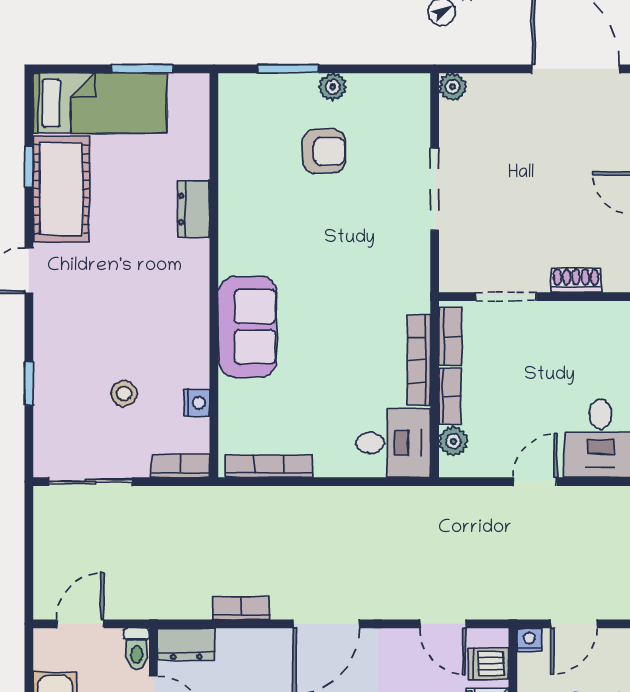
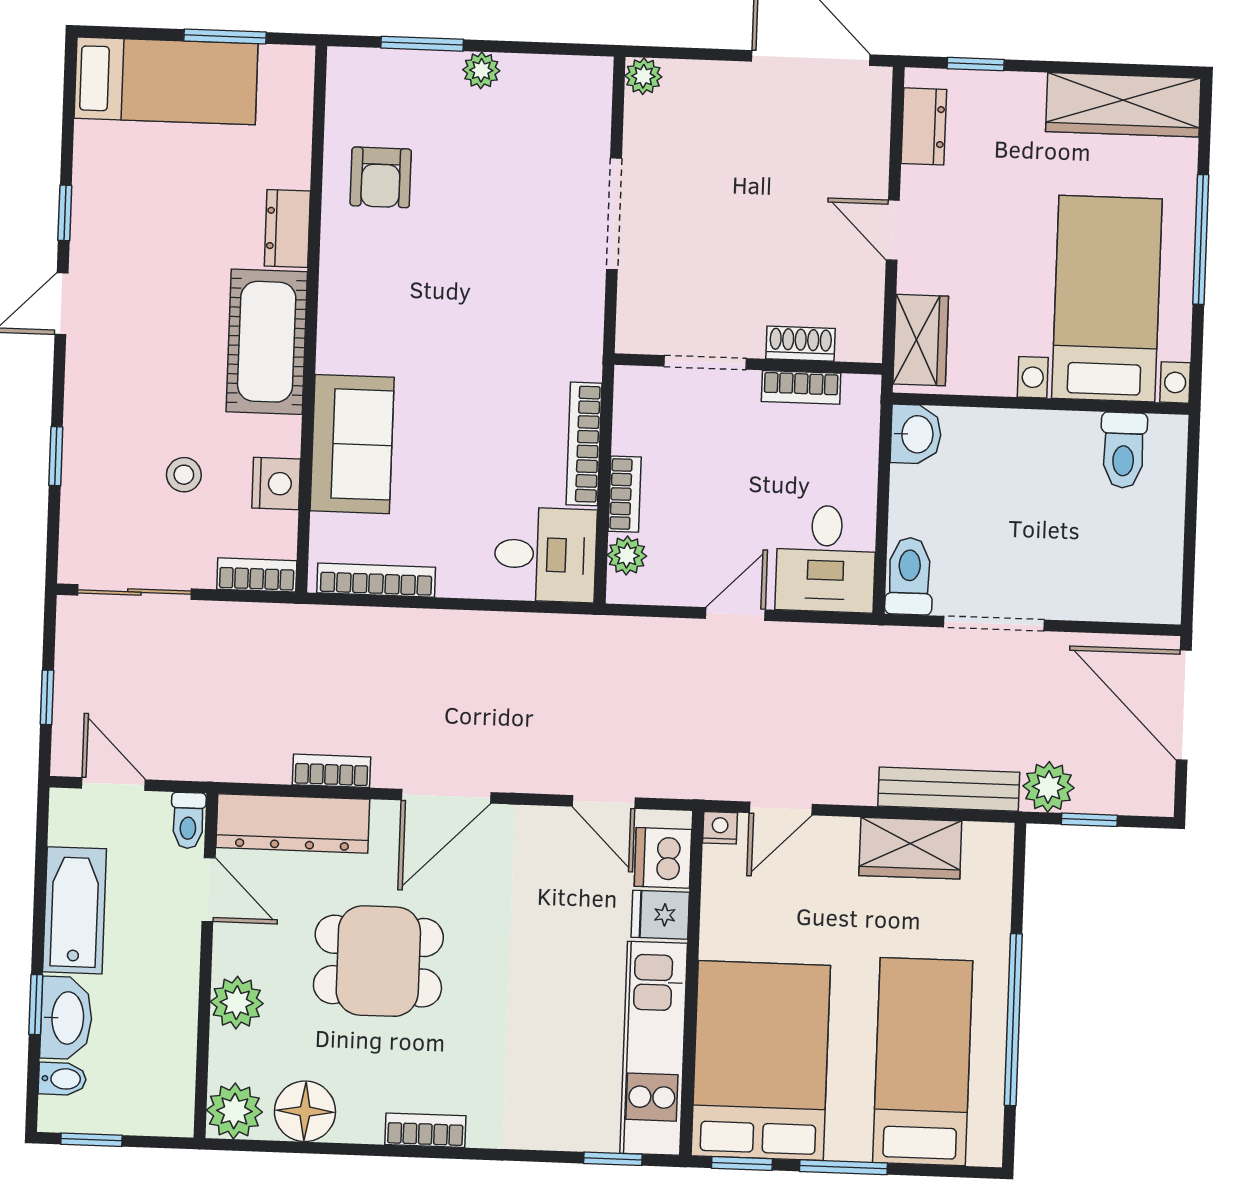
armchair: (324, 151) -> (381, 177), moved, turned 90
window: (29, 167) -> (65, 213), moved
cot: (61, 189) -> (267, 342), moved
sofa: (247, 327) -> (352, 444), moved
bookcase: (450, 336) -> (801, 387), moved, turned 90
nightstand: (197, 403) -> (276, 484), width x1.39, depth x1.35
window: (29, 562) -> (47, 697), added
door: (80, 624) -> (113, 784), hinge flipped
dresser: (186, 644) -> (293, 823), width x1.96, depth x1.24
dishwasher: (488, 664) -> (663, 858), width x1.38

